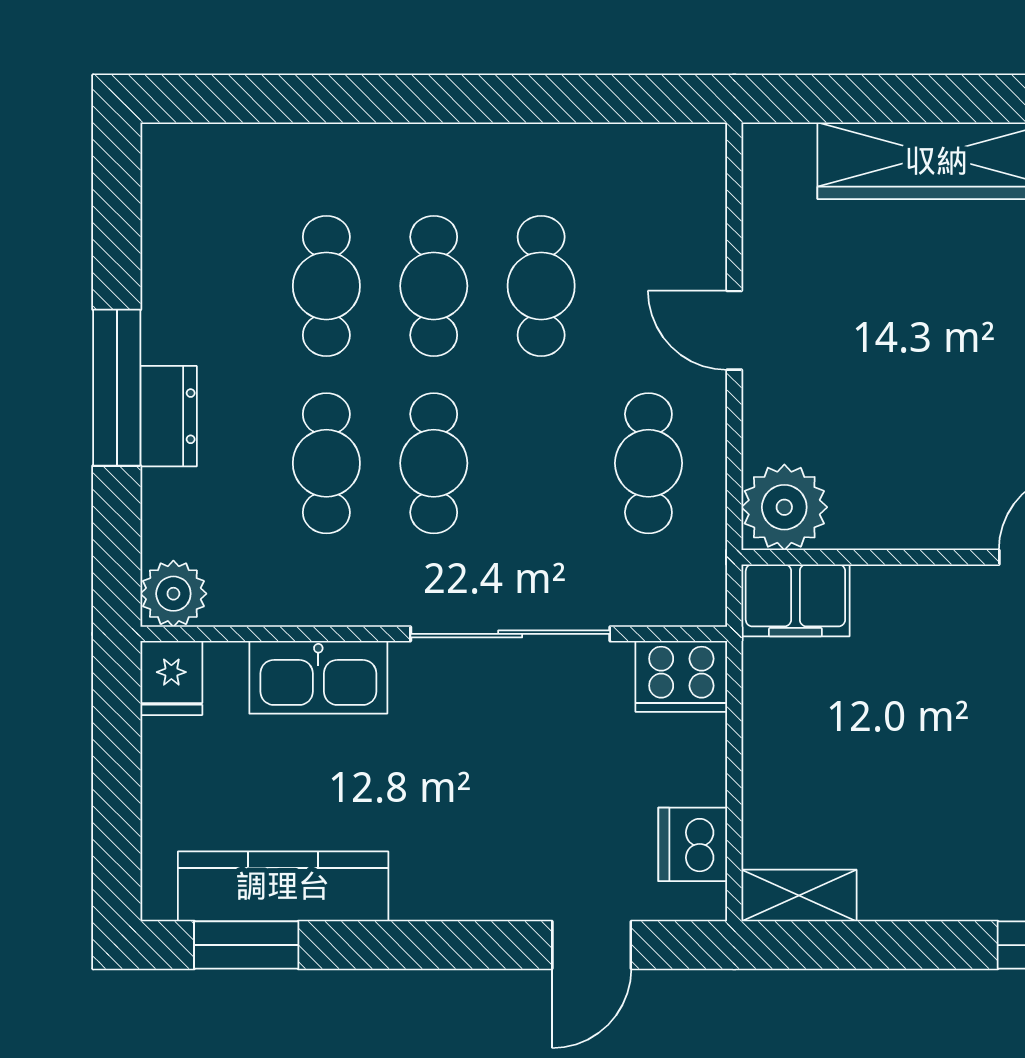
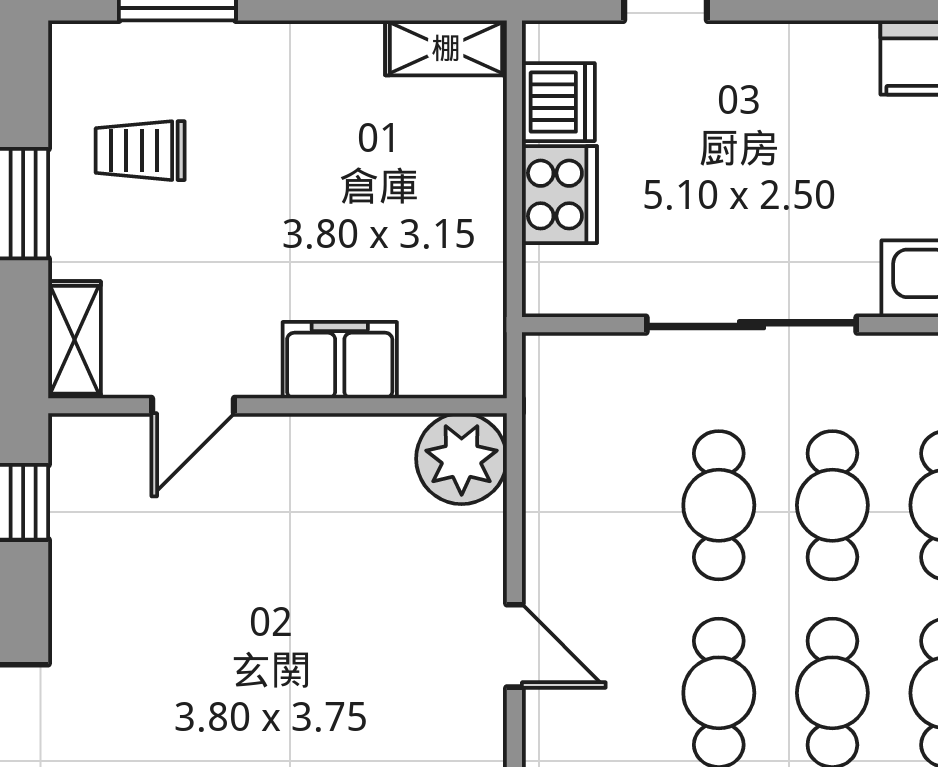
cafe table: (648, 463) -> (719, 505), moved
filing cabinet: (795, 600) -> (340, 360), moved
cooker: (681, 676) -> (559, 195), moved, turned 90

